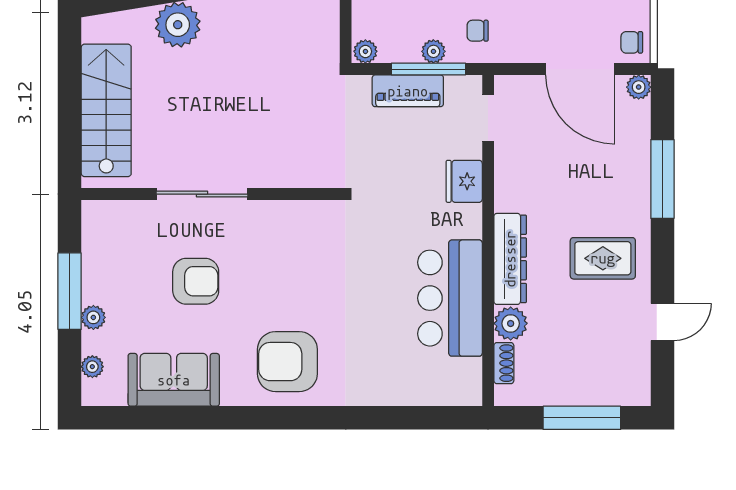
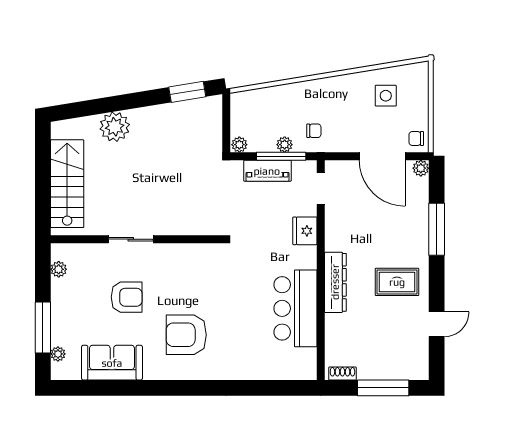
chair: (478, 31) -> (314, 131), turned 180
sliding door: (202, 194) -> (131, 239), width x0.73
window: (70, 291) -> (43, 328), moved
plant: (93, 317) -> (59, 269), moved
plant: (511, 323) -> (336, 325), removed
armchair: (287, 362) -> (186, 335), moved
shoe rack: (504, 363) -> (342, 374), moved, turned -90

